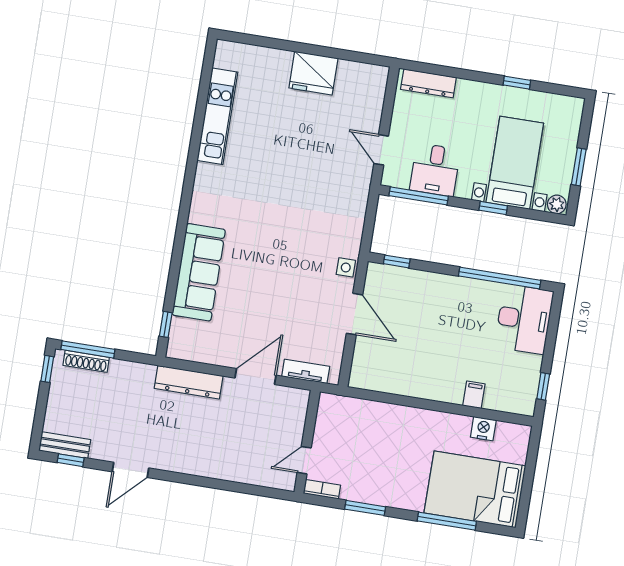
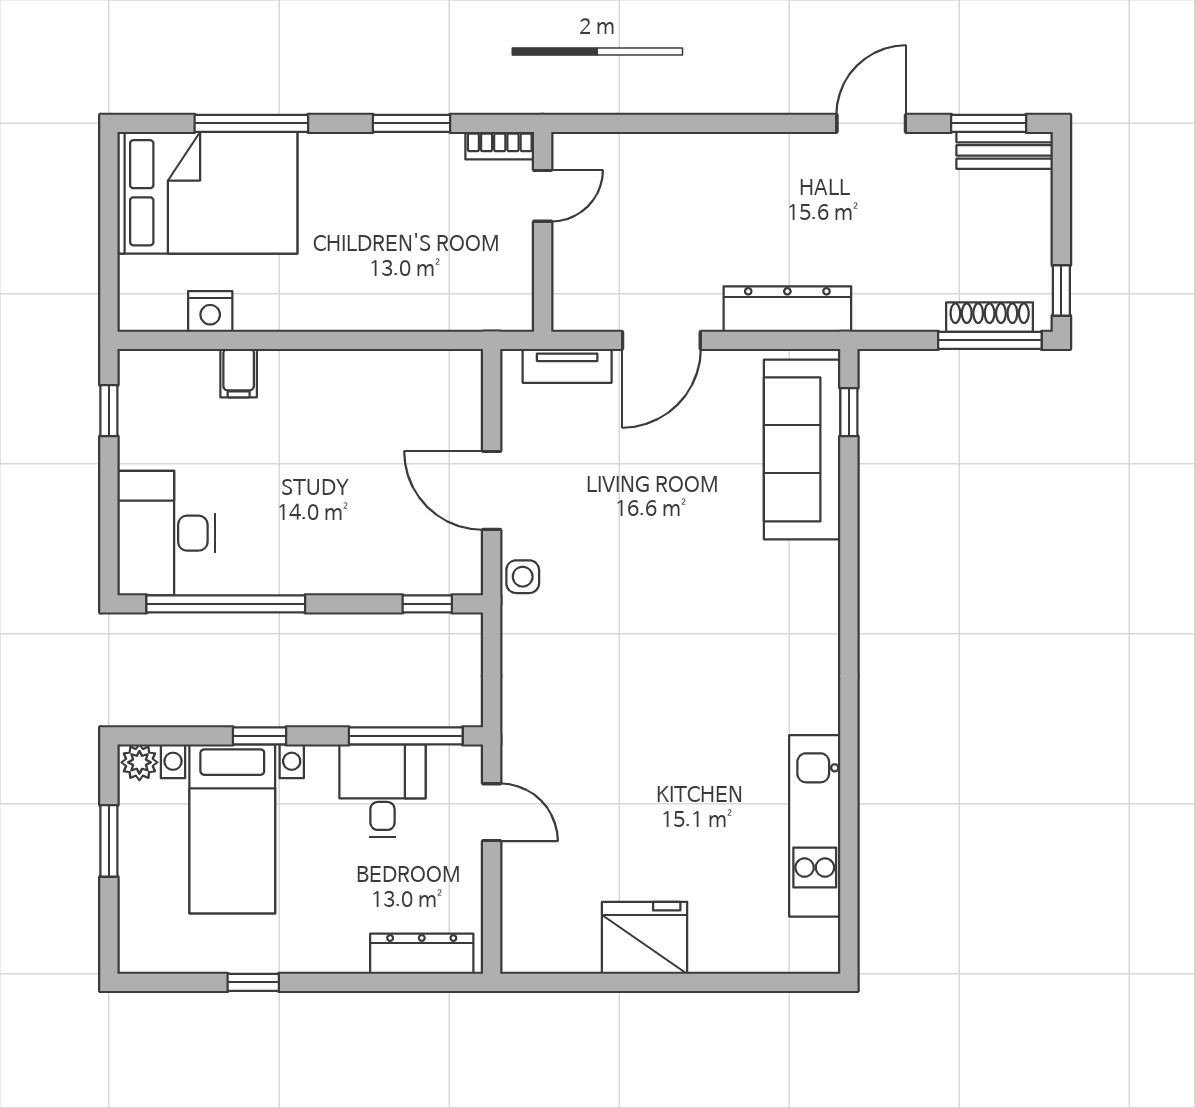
sofa: (199, 272) -> (802, 449), moved
window: (71, 460) -> (989, 123), width x1.50

